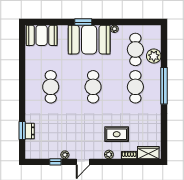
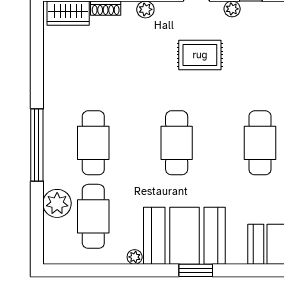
rug: (117, 134) -> (200, 55), moved

